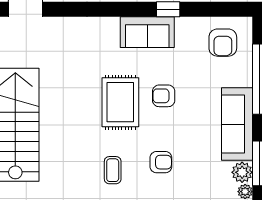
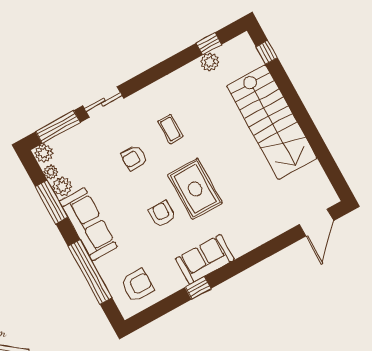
armchair: (223, 43) -> (137, 285), turned 90
armchair: (164, 96) -> (162, 214), turned -90

